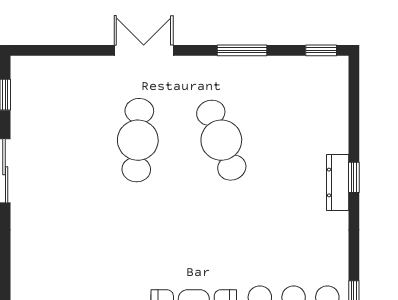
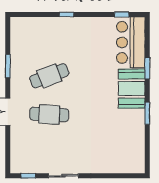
window: (321, 50) -> (8, 30), removed
dresser: (338, 182) -> (69, 22), removed

